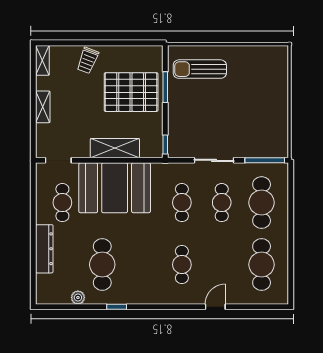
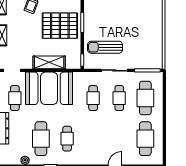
sun lounger: (200, 69) -> (105, 47), moved
cafe table: (182, 265) -> (67, 139), moved

